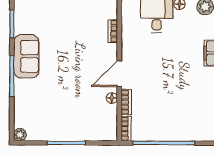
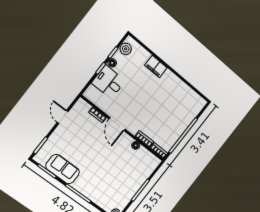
sofa: (26, 56) -> (63, 169), moved
door: (119, 74) -> (117, 124), moved

